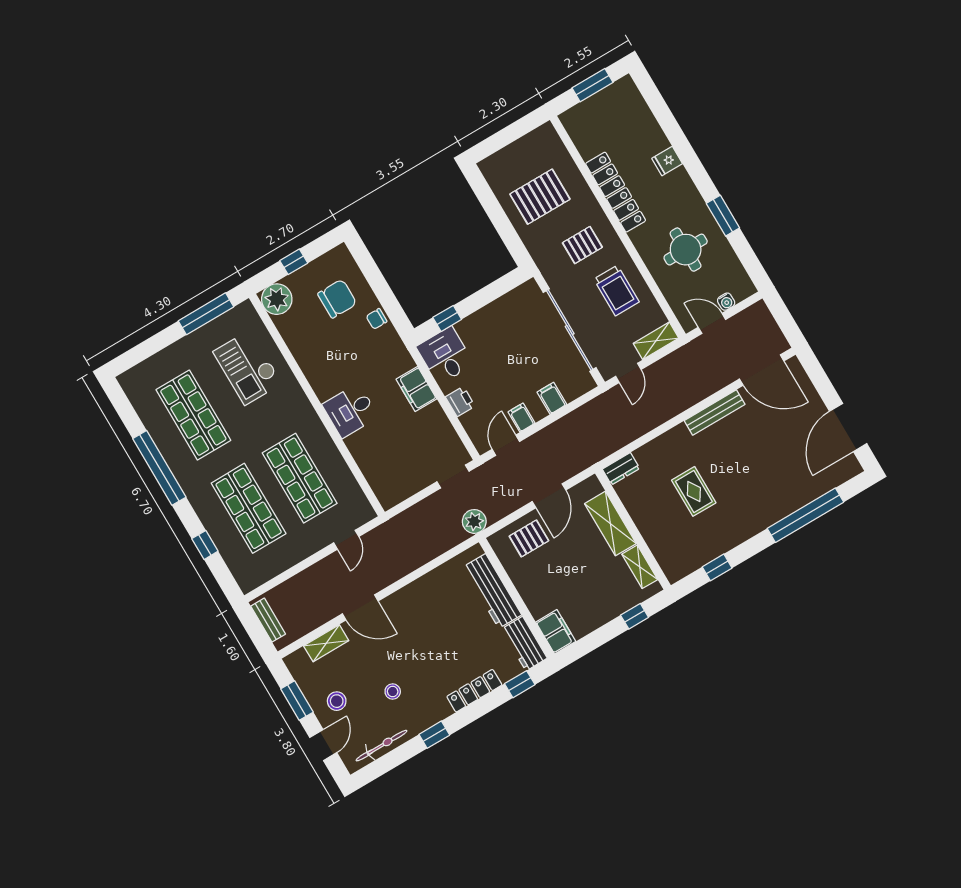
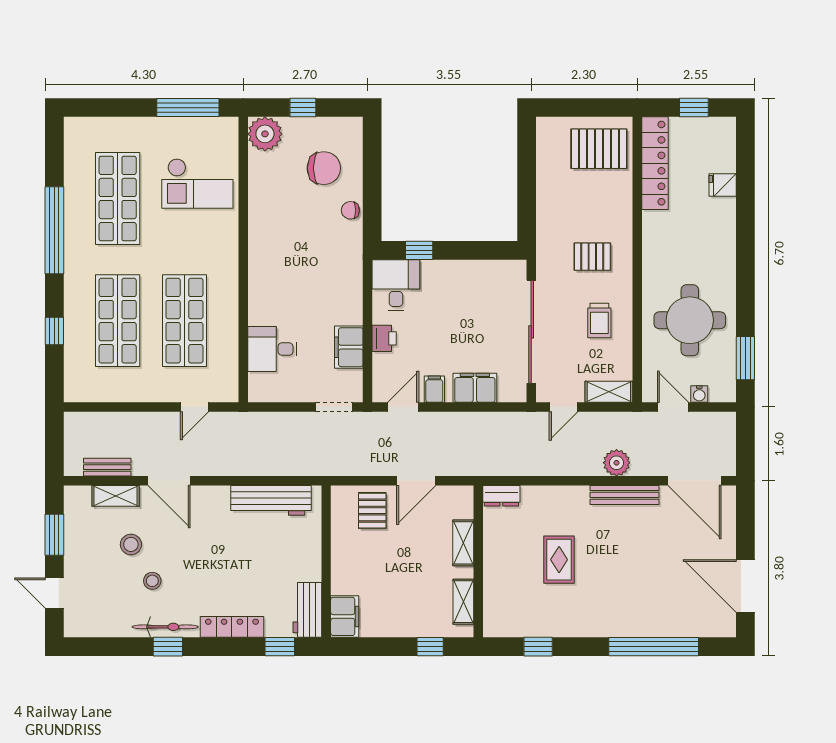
window: (593, 85) -> (694, 108), width x0.67
fridge: (667, 161) -> (723, 185), moved
locker: (616, 192) -> (655, 163), moved
pallet: (540, 197) -> (599, 149), moved
window: (723, 216) -> (745, 358), moved
round table: (686, 250) -> (690, 320), width x1.36, depth x1.36
trolley: (617, 291) -> (599, 320), width x0.73, depth x0.72
checkout: (248, 367) -> (197, 183), turned -90
filing cabinet: (416, 389) -> (349, 347), moved
filing cabinet: (552, 398) -> (475, 388), width x2.00
desk: (350, 411) -> (272, 349), moved
door: (848, 427) -> (745, 586), hinge flipped
plant: (474, 521) -> (617, 463), moved
shelving: (610, 524) -> (463, 543), width x0.67, depth x0.75
pallet: (529, 538) -> (372, 511), turned 90
workbench: (492, 591) -> (271, 500), moved, turned -90
bench: (268, 620) -> (107, 467), moved, turned 90
stool: (337, 701) -> (131, 544), moved
door: (323, 745) -> (54, 593), swing flipped
bicycle: (381, 746) -> (165, 627), moved

